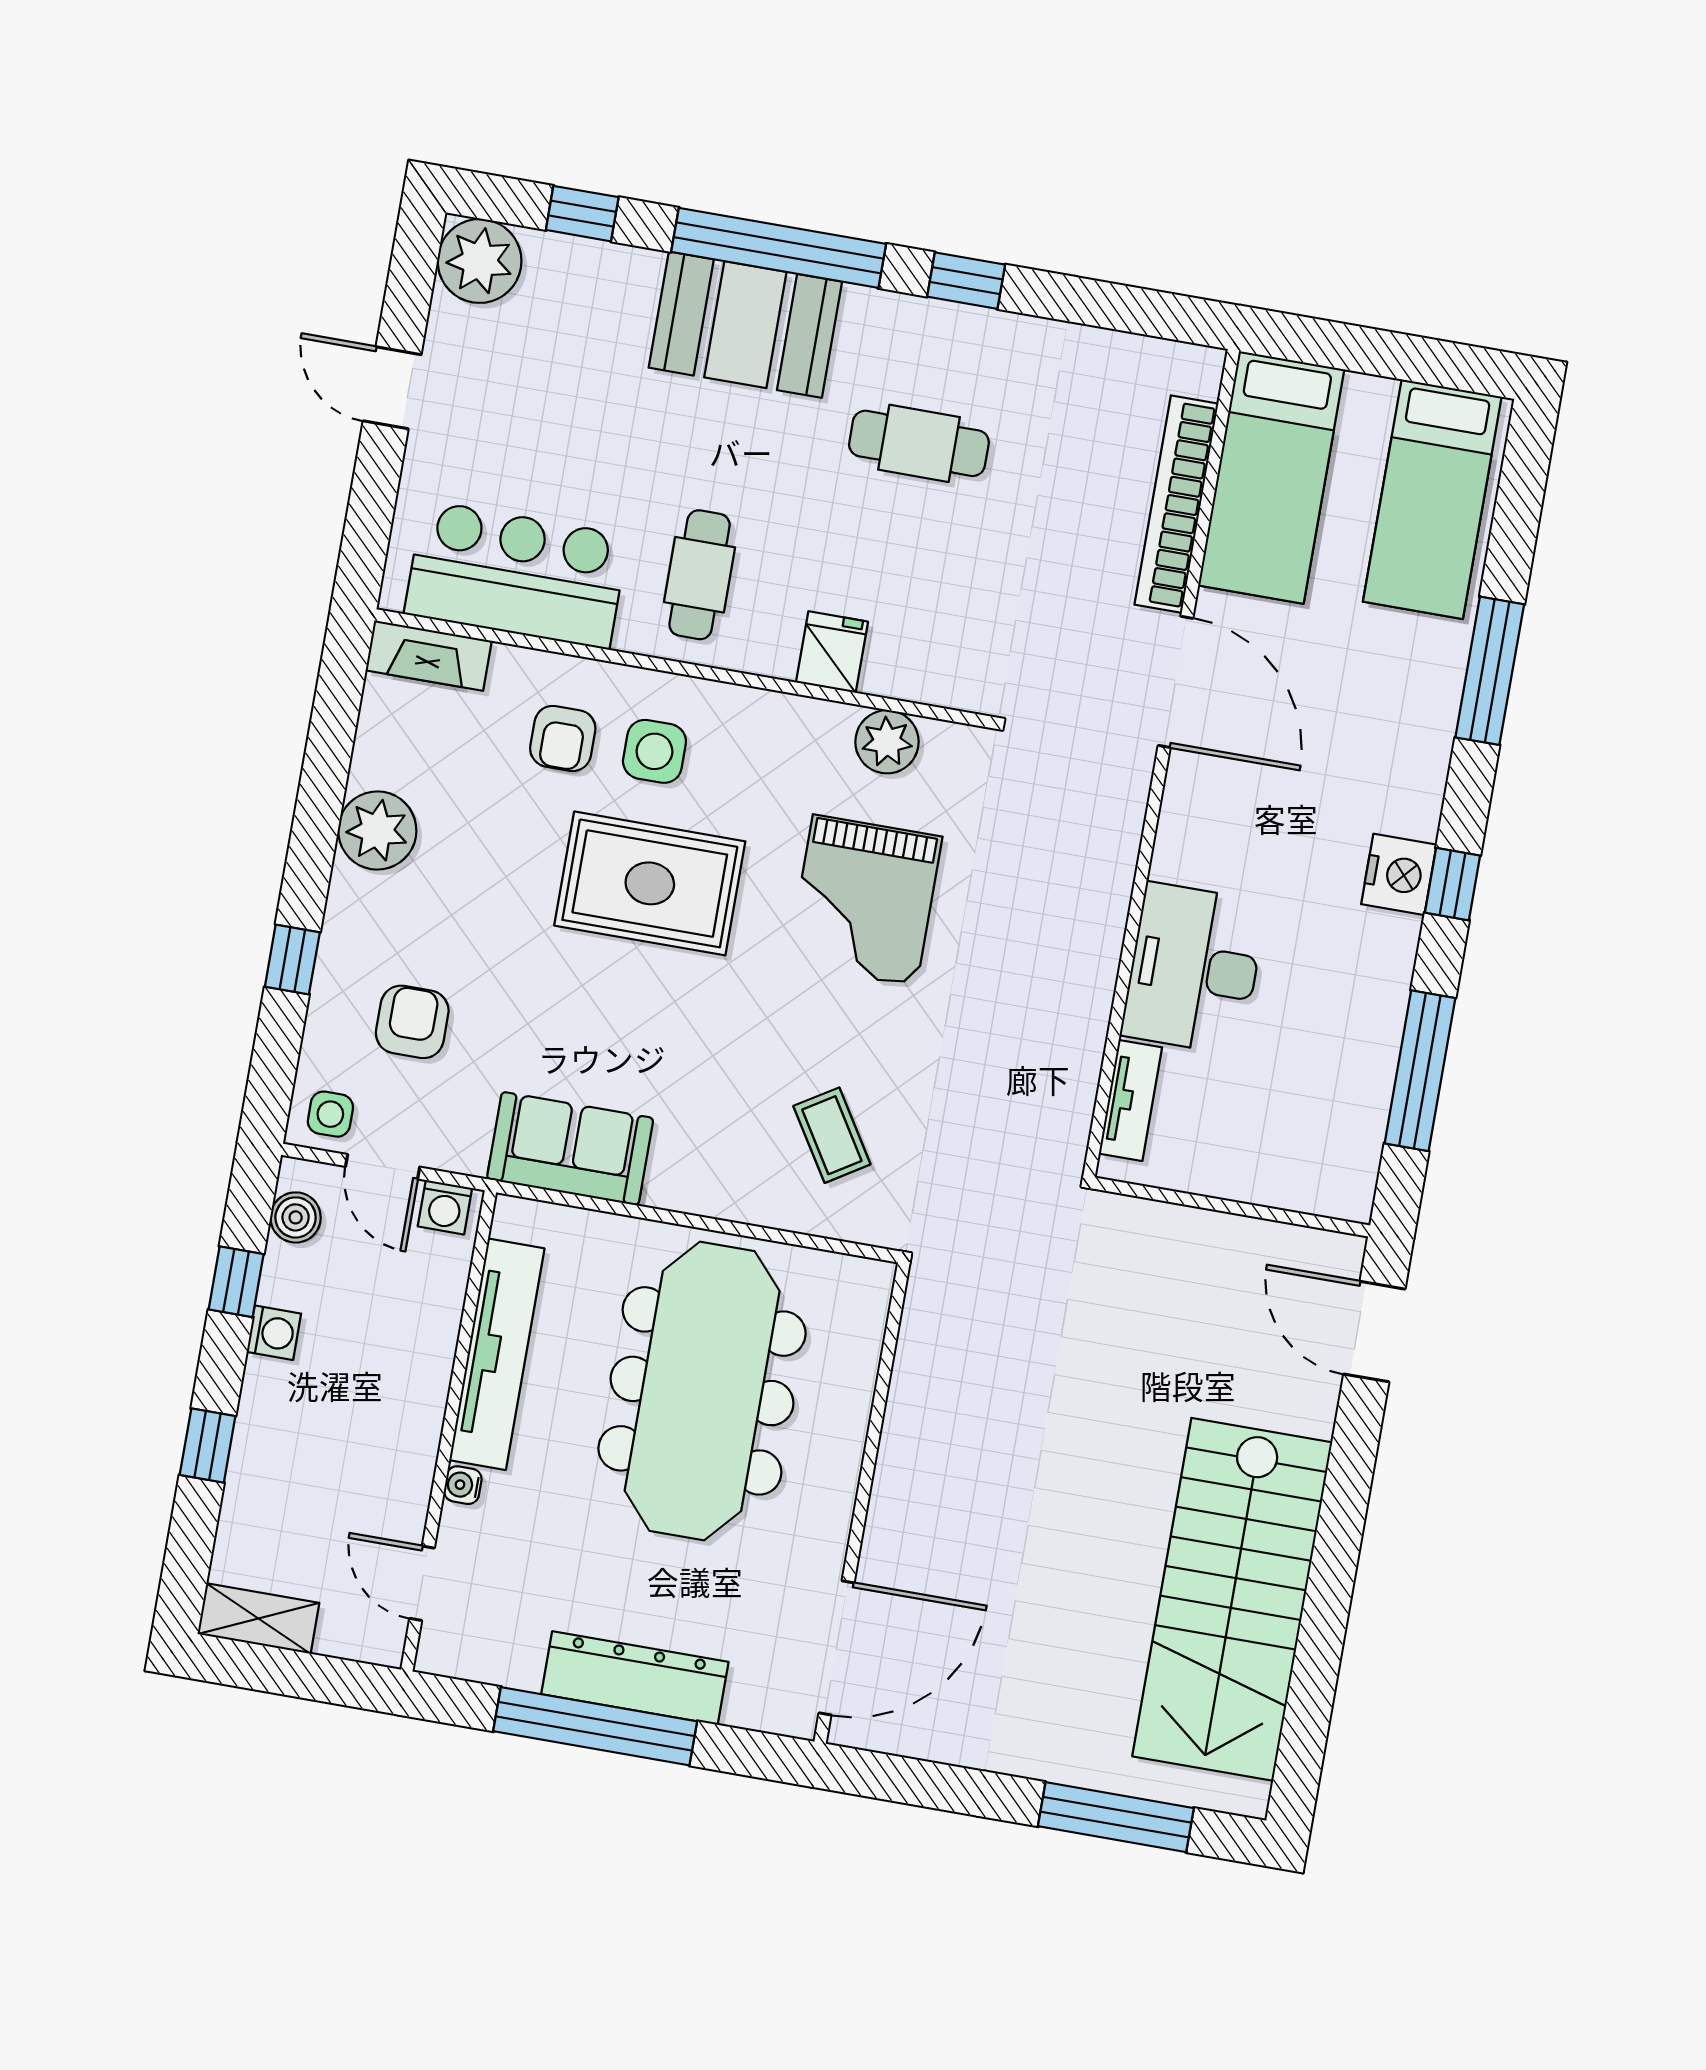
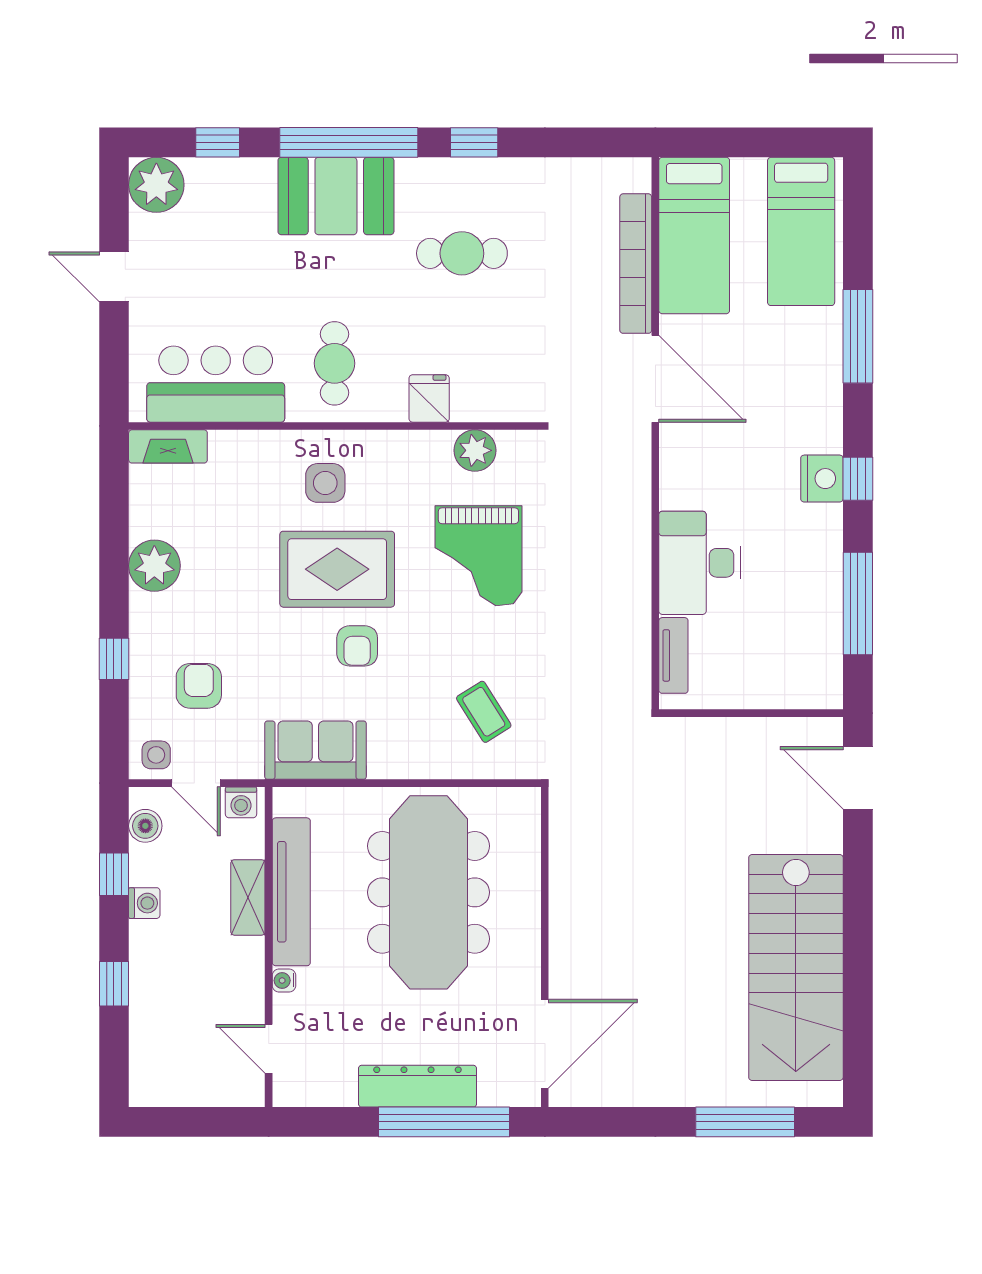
armchair: (563, 738) -> (357, 646), moved
shelving: (258, 1619) -> (248, 897), moved, turned 90
window: (595, 1726) -> (444, 1122), moved

